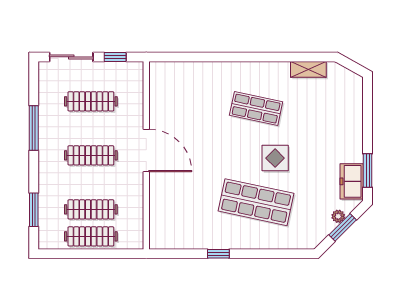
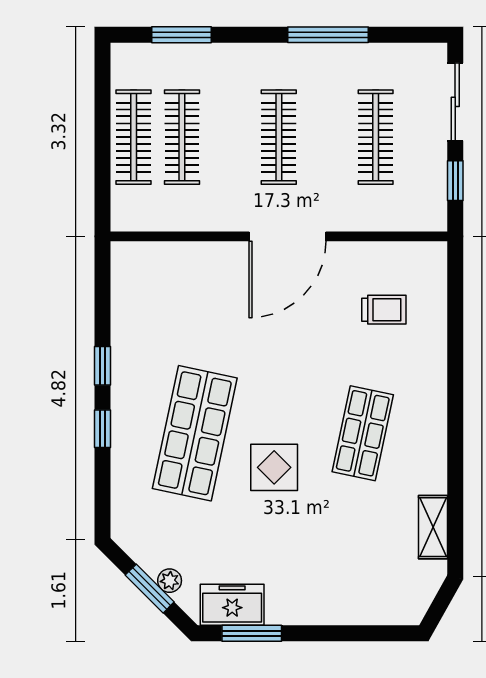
trolley: (187, 97) -> (384, 310), added
window: (253, 254) -> (102, 429), added

